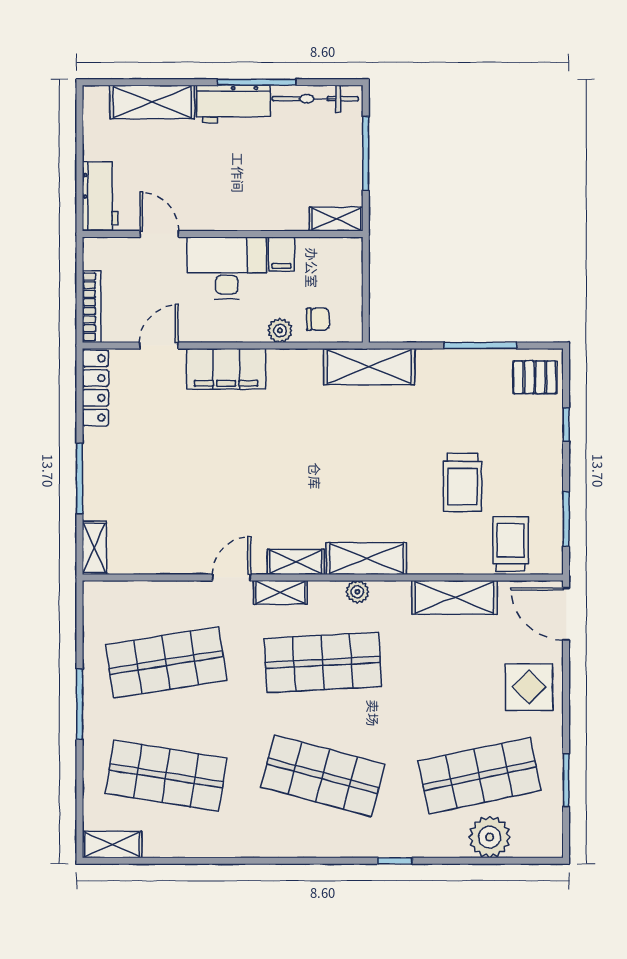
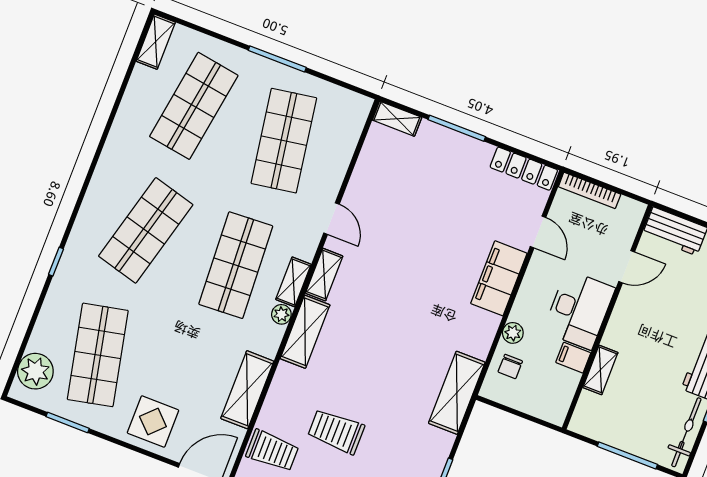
shelving: (336, 219) -> (600, 370), moved
shelving: (280, 592) -> (293, 282), moved
plant: (490, 837) -> (35, 371), moved

